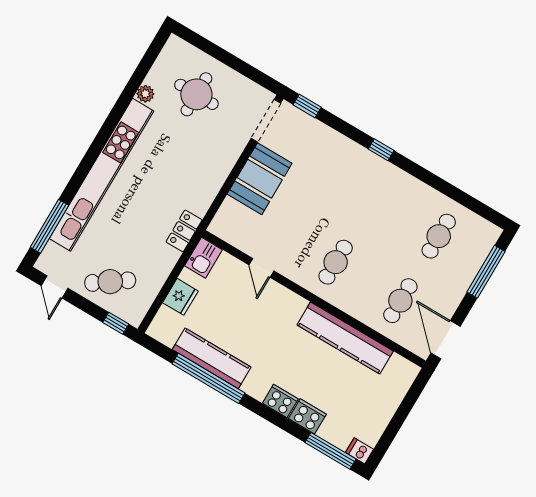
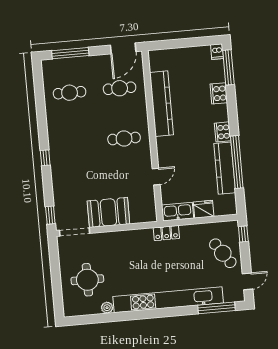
kitchen sink: (203, 258) -> (178, 212), width x1.38
cooker: (280, 401) -> (223, 132), moved

